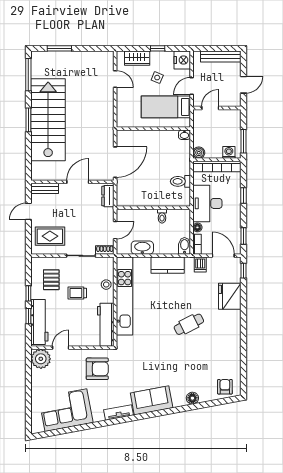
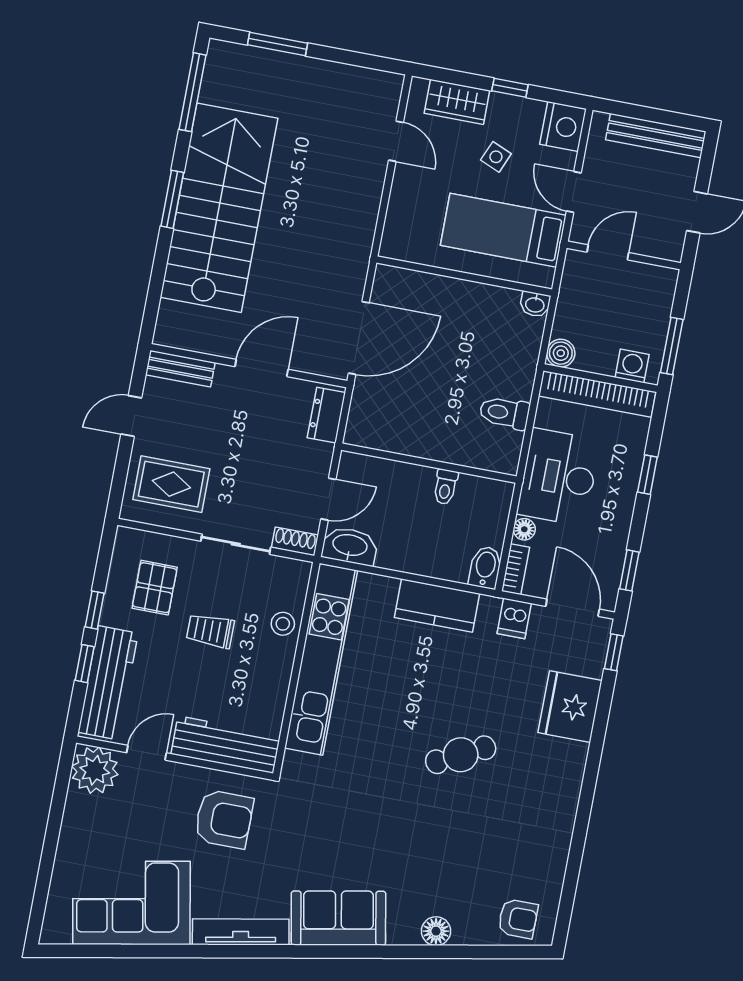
door: (192, 86) -> (574, 192), hinge flipped
washbasin: (142, 248) -> (350, 546), moved
workbench: (106, 325) -> (226, 745), moved, turned 90
armchair: (225, 387) -> (518, 919), turned 90
tv unit: (118, 412) -> (241, 932), width x1.41

